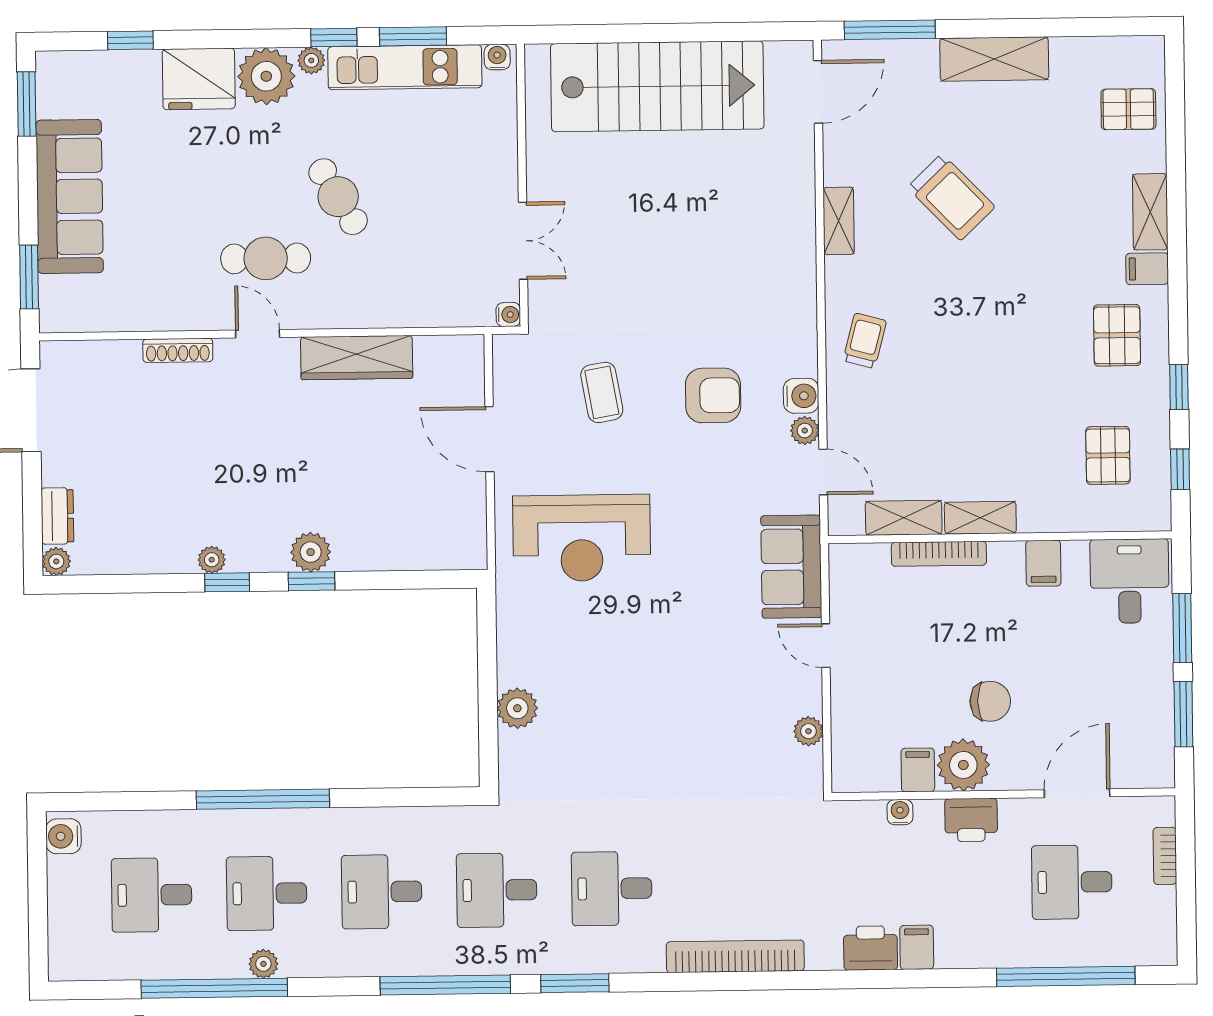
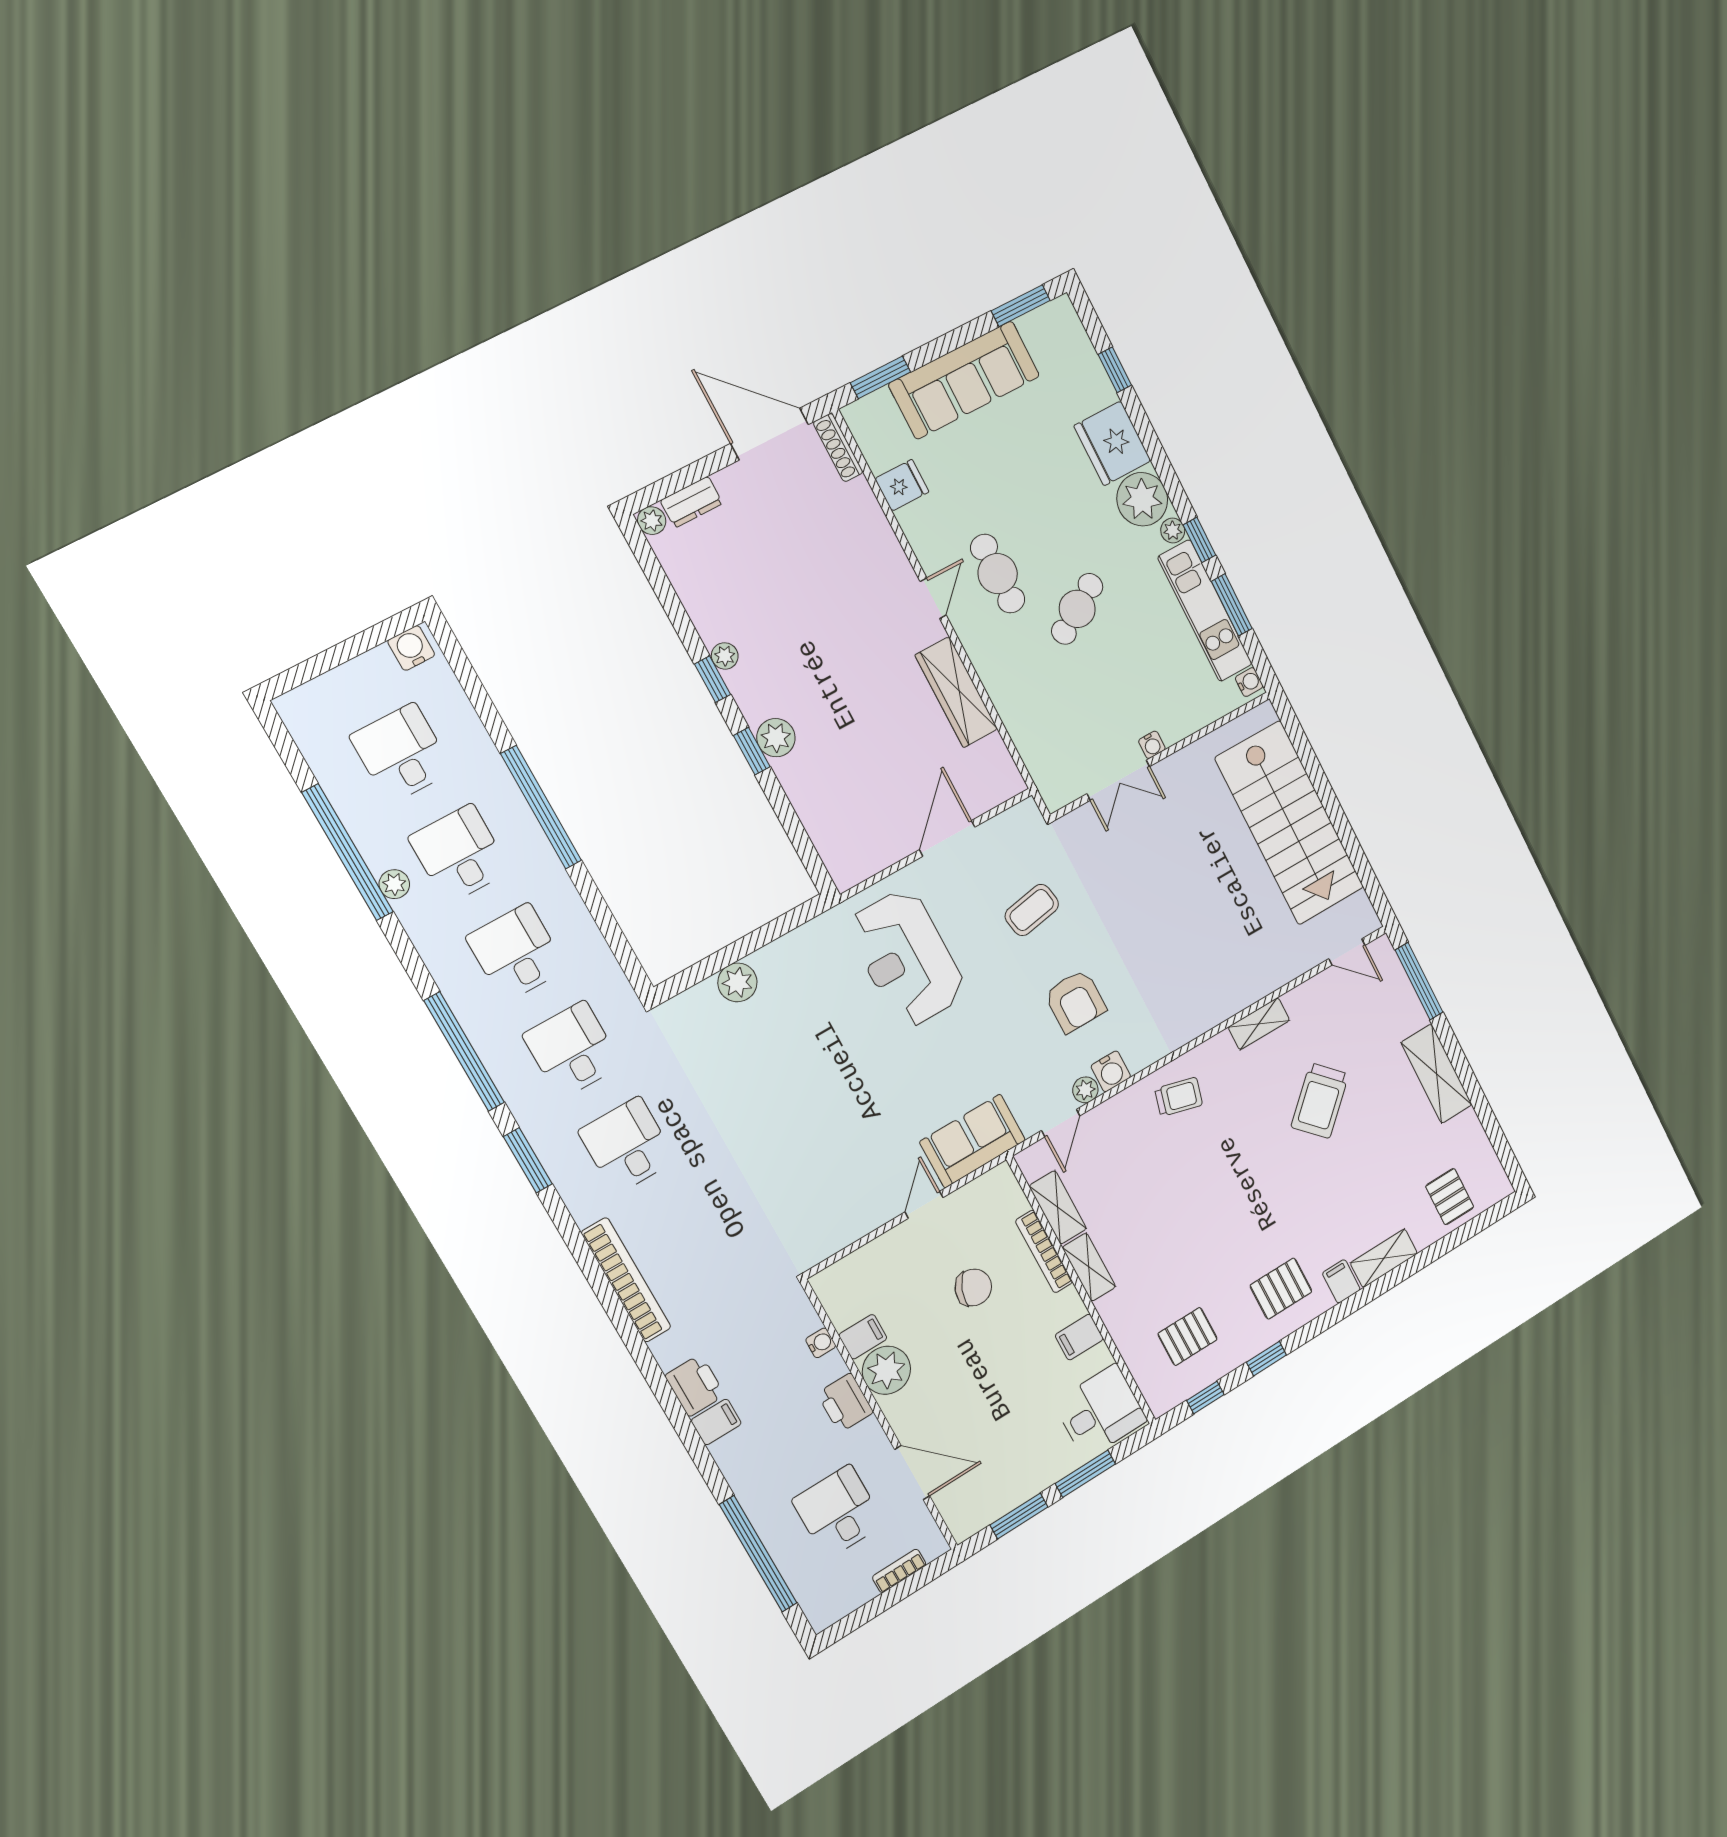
door: (818, 92) -> (1347, 952), width x0.73
fridge: (138, 309) -> (902, 485), added
water cooler: (508, 315) -> (1152, 745), moved
shoe rack: (178, 350) -> (838, 448), moved
chair: (990, 701) -> (973, 1287), moved, turned -70
plant: (808, 731) -> (847, 1231), removed

